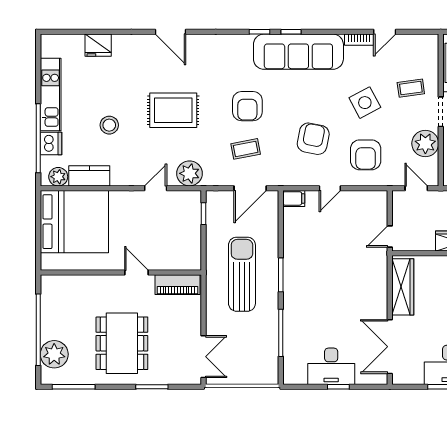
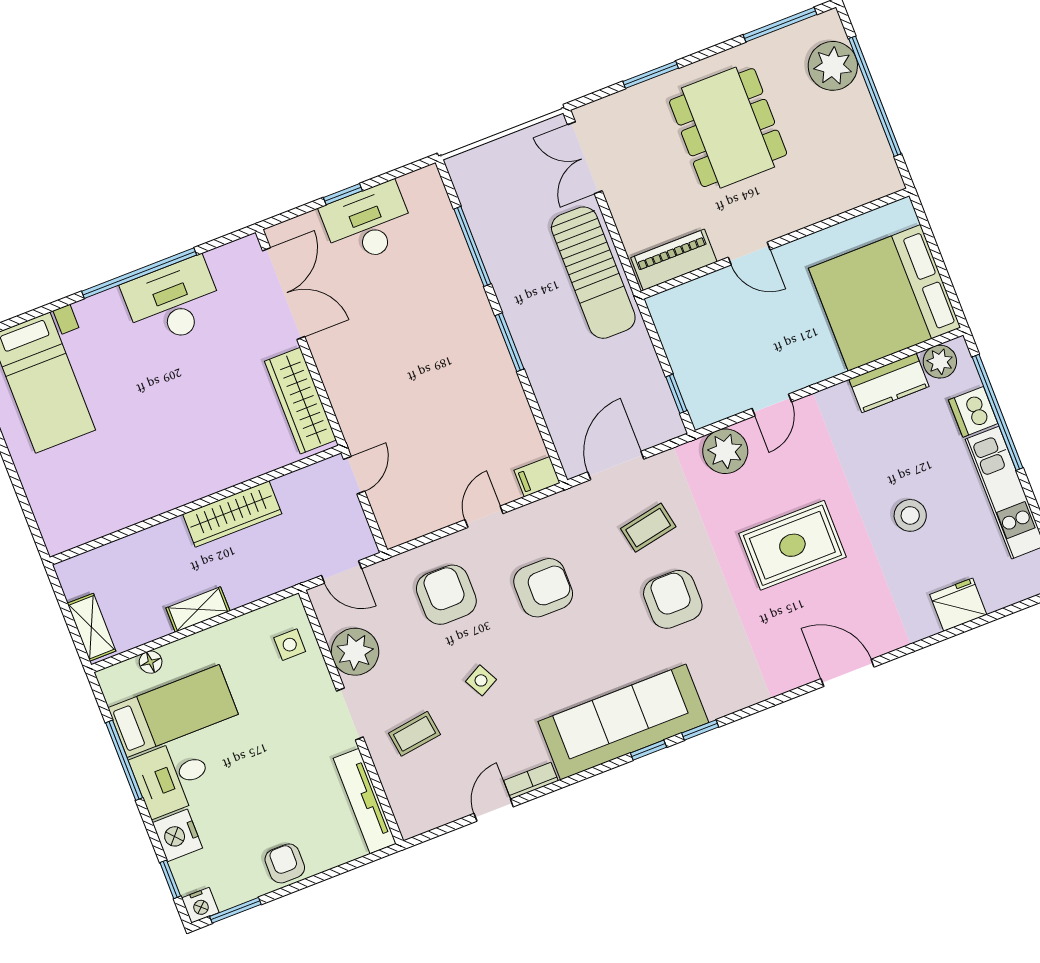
side table: (365, 103) -> (481, 680), width x0.54, depth x0.54
stool: (109, 125) -> (910, 515), moved
armchair: (313, 139) -> (543, 588), turned -101
sun lounger: (242, 274) -> (593, 273), moved

